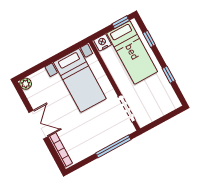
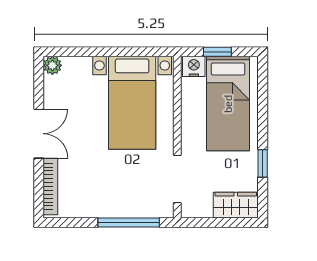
window: (121, 22) -> (217, 52), moved
window: (149, 39) -> (263, 98), removed
wardrobe: (166, 105) -> (236, 205), added

